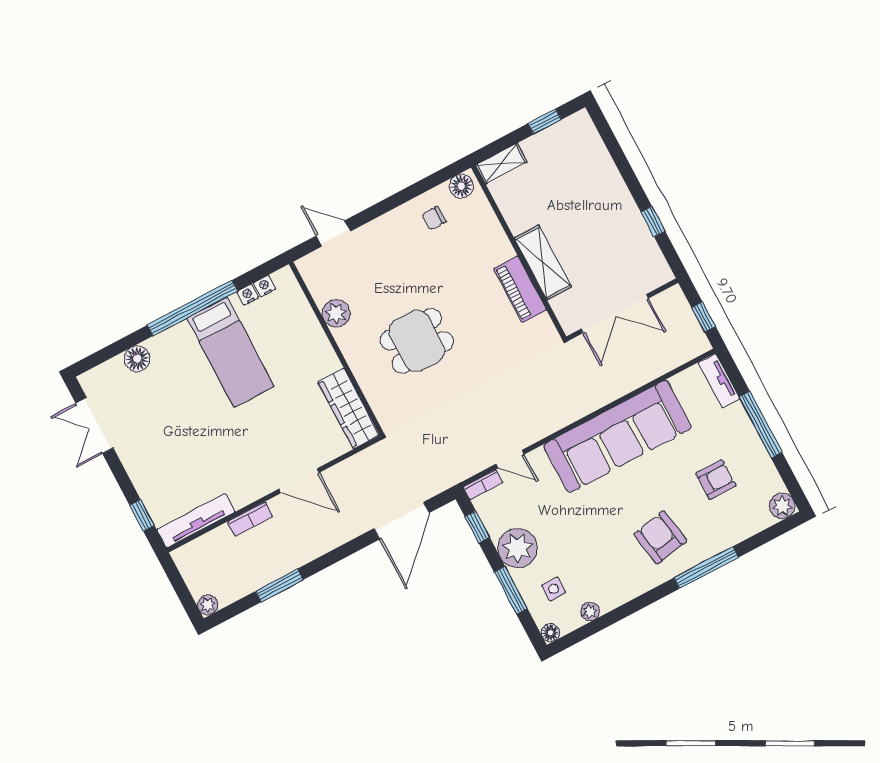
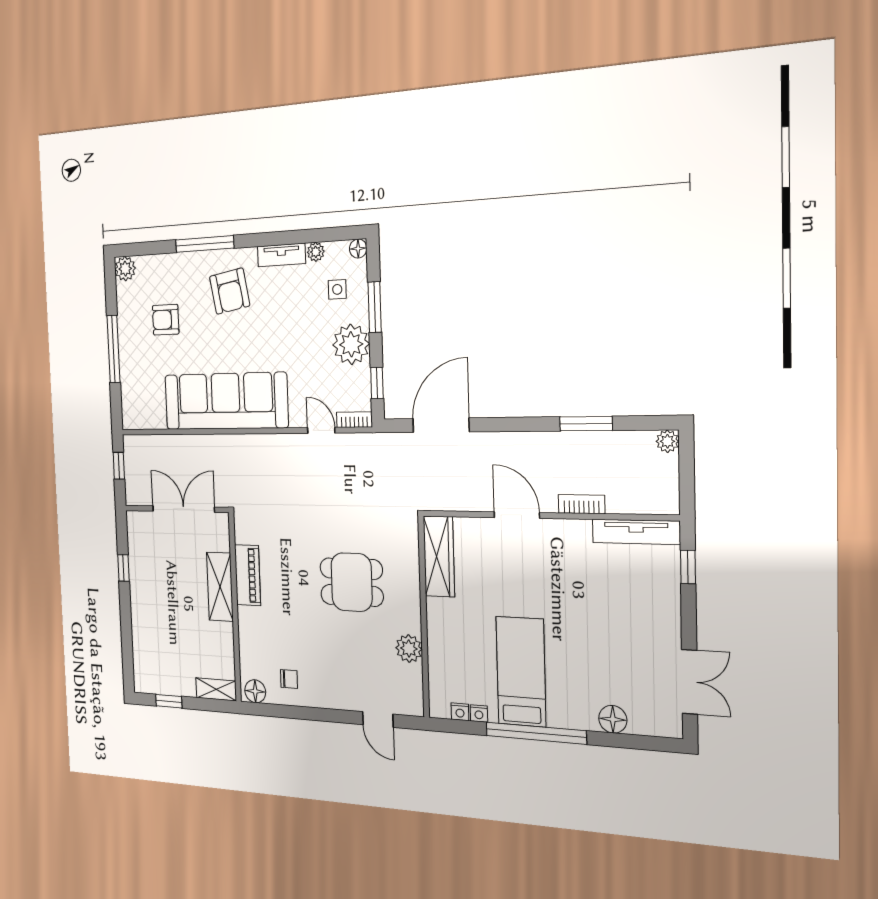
tv unit: (719, 381) -> (281, 255), moved, turned 90

